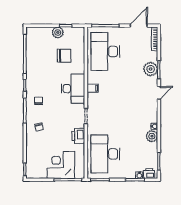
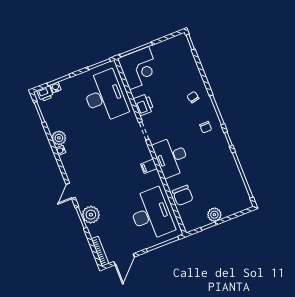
chair: (64, 56) -> (183, 195), moved, turned -90
corner desk: (61, 165) -> (139, 68), moved

